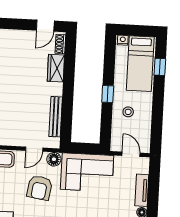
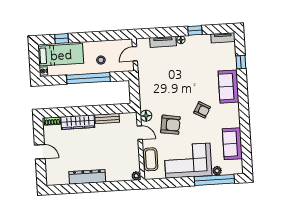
door: (45, 26) -> (40, 152), moved
wardrobe: (56, 68) -> (78, 122), width x1.50
window: (108, 94) -> (88, 78), width x3.17
bench: (56, 117) -> (107, 119), width x0.73
corner sofa: (87, 172) -> (154, 88), removed

